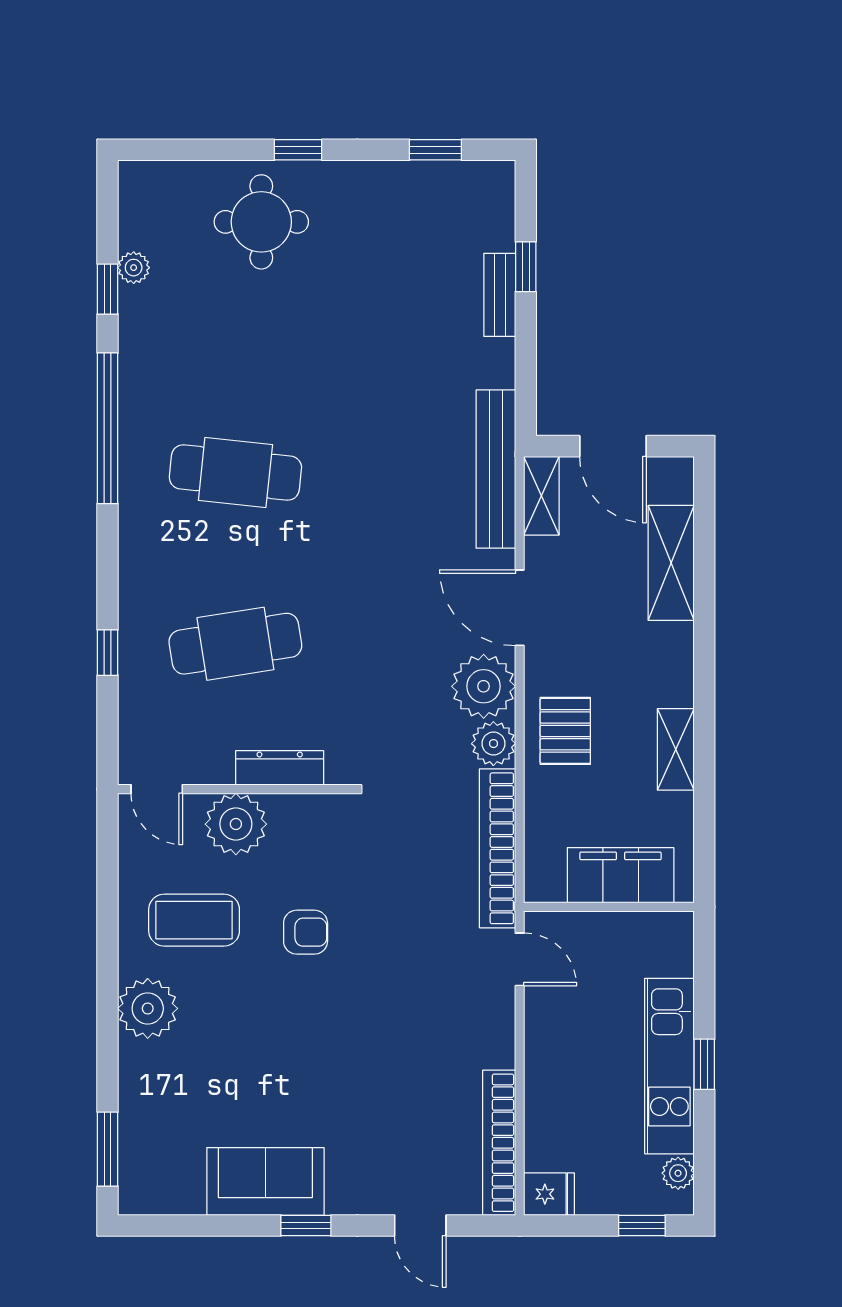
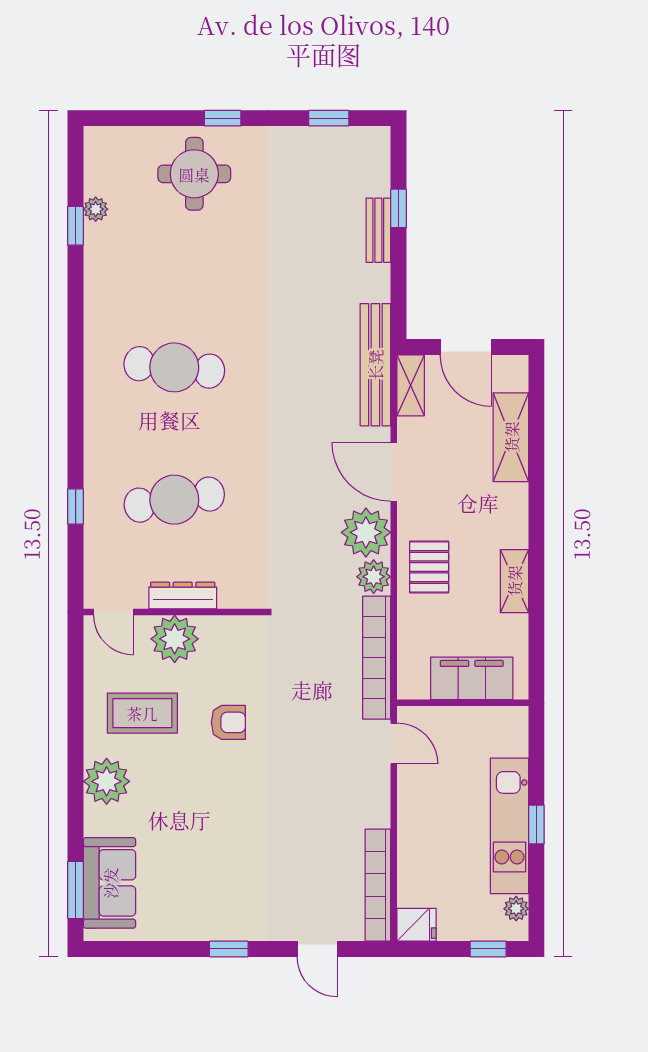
window: (108, 428) -> (76, 333), removed
dresser: (280, 768) -> (183, 596), moved
sofa: (265, 1181) -> (110, 883), moved, turned 90

